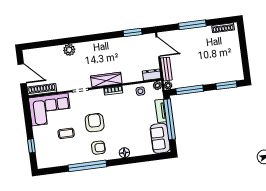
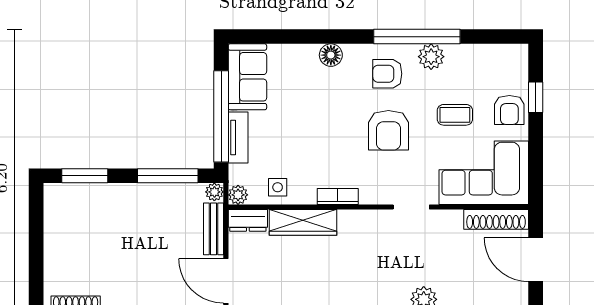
wardrobe: (106, 80) -> (303, 222), moved
armchair: (42, 139) -> (509, 110), added
plant: (80, 158) -> (431, 57), added

